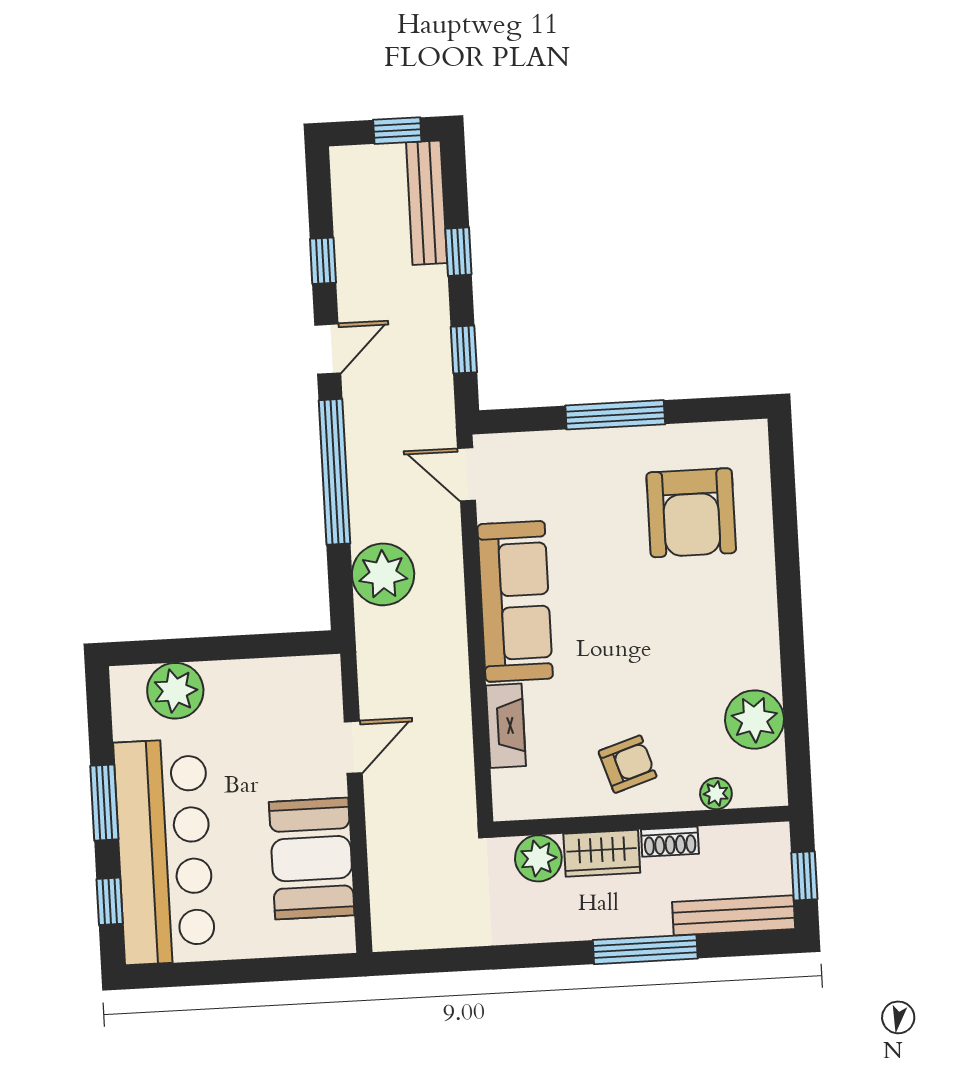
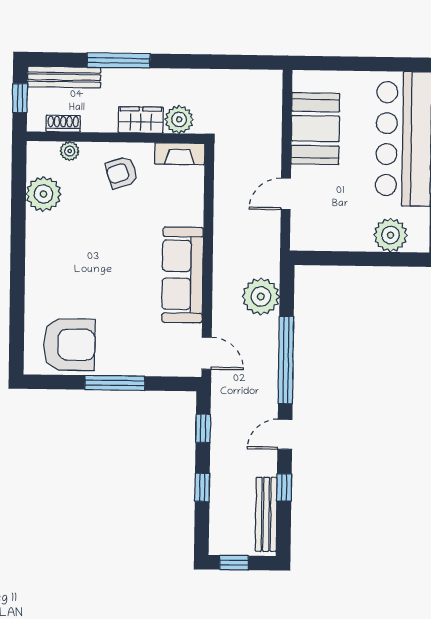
bench: (427, 203) -> (266, 514), moved
armchair: (691, 513) -> (69, 345), moved, turned 90
fireplace: (506, 726) -> (180, 154), moved, turned -90
shoe rack: (670, 842) -> (63, 124), moved

